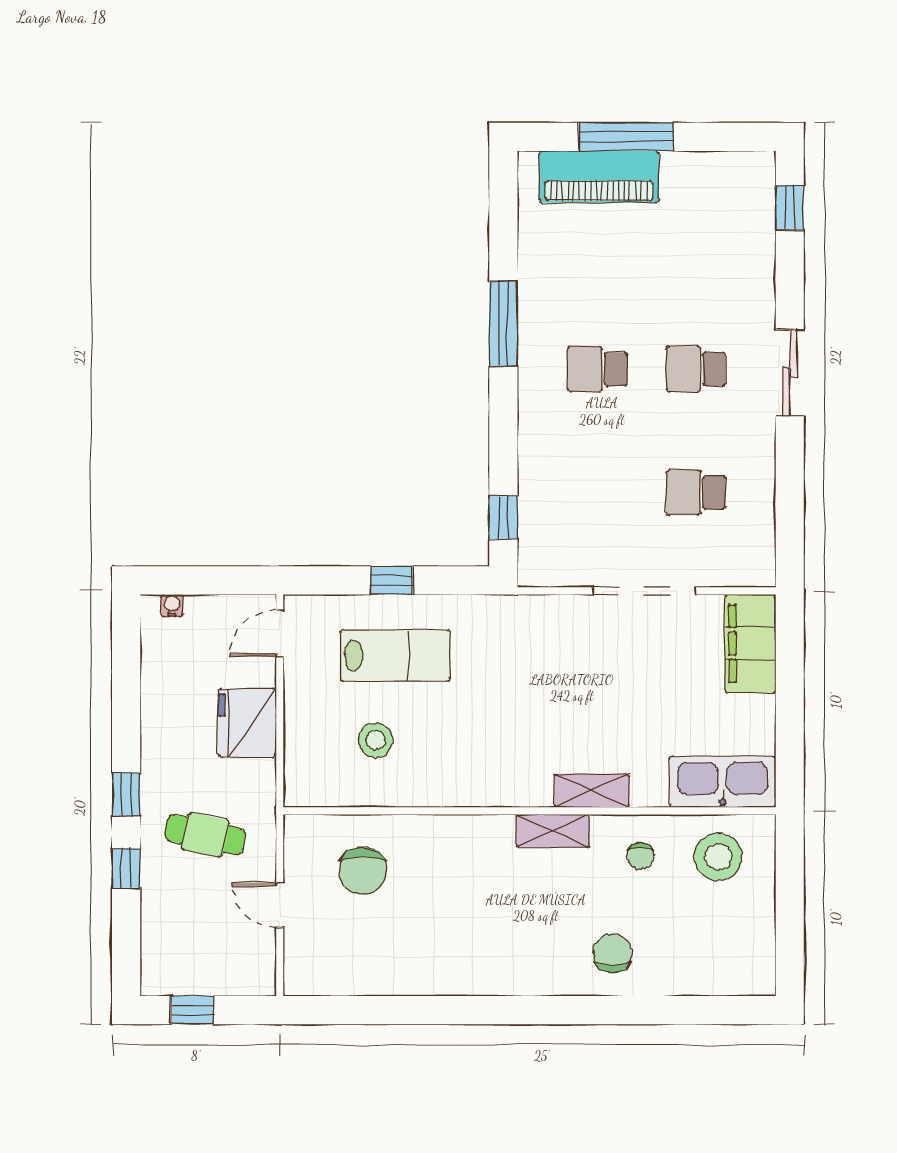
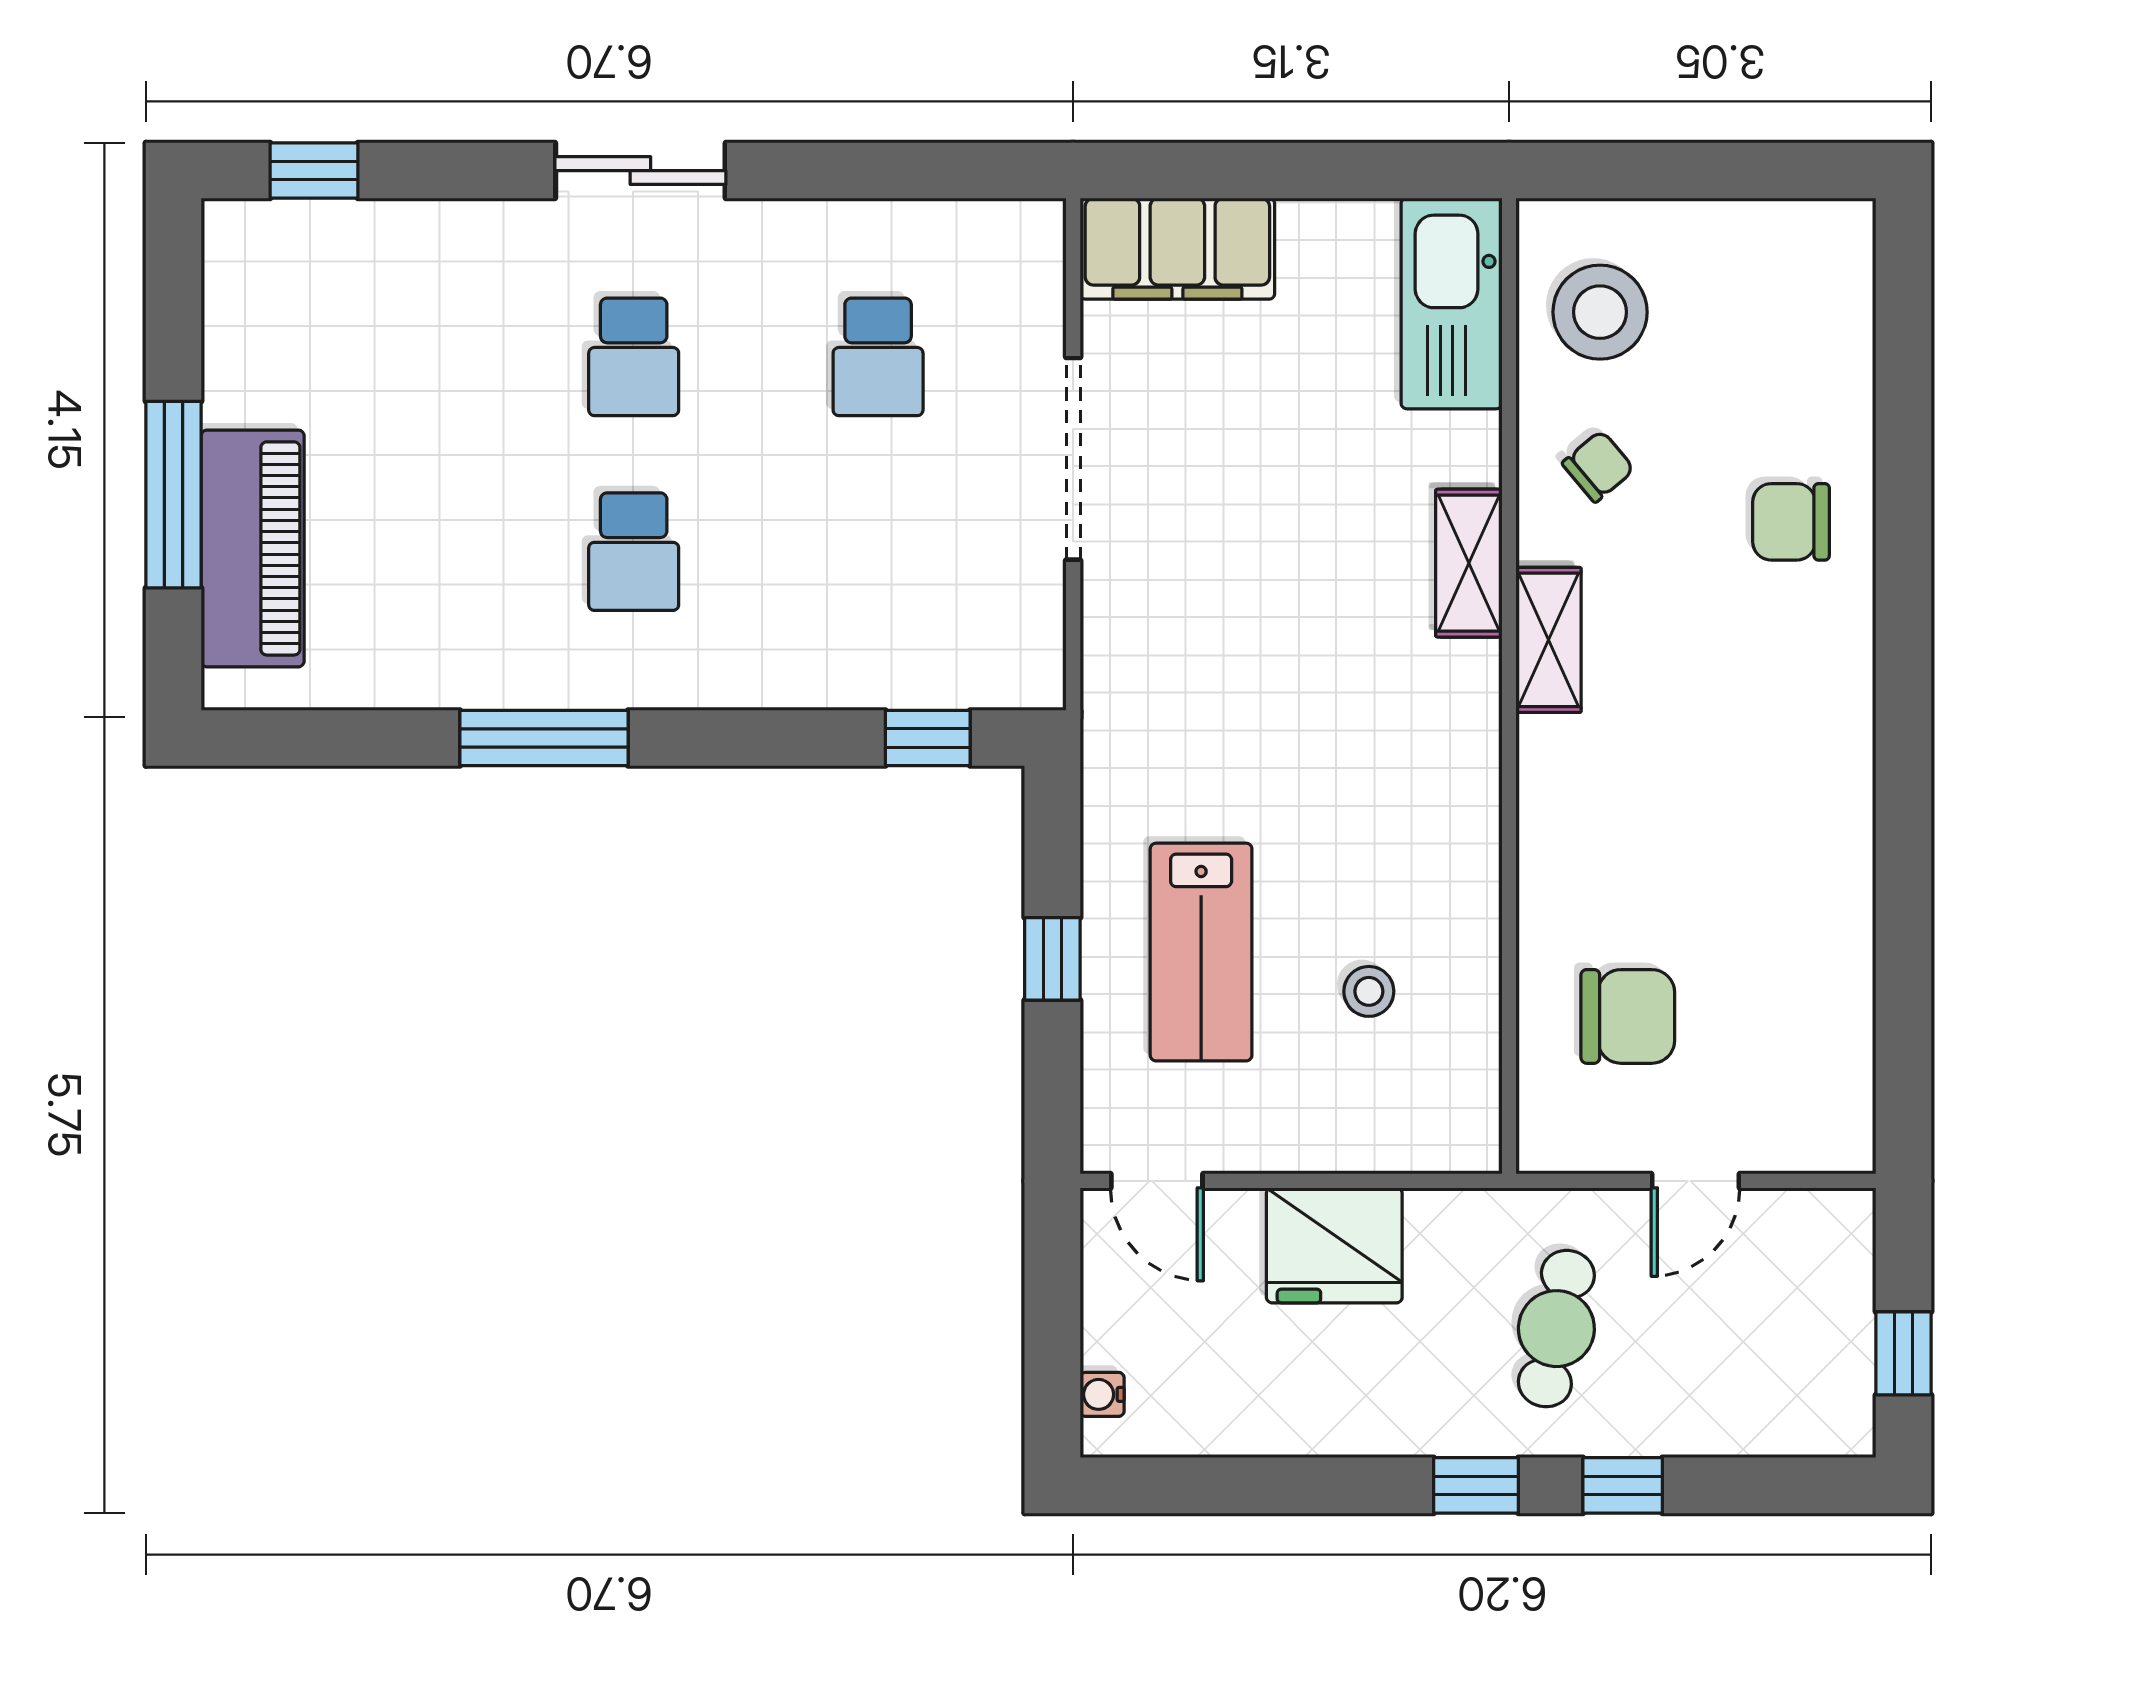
lab bench: (395, 656) -> (1201, 952), turned 180
stool: (375, 740) -> (1369, 991), width x0.73, depth x0.73
chair: (640, 856) -> (1598, 466), turned -40

